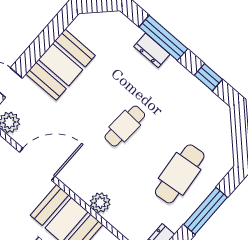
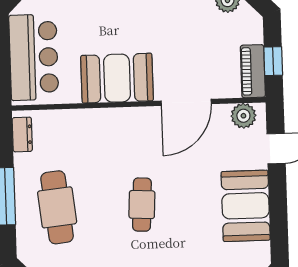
plant: (100, 203) -> (102, 120), removed

